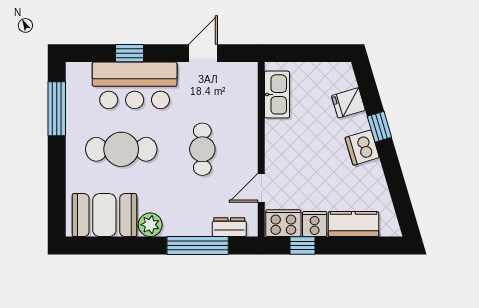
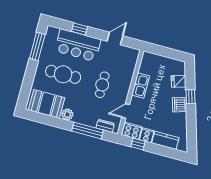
kitchen sink: (277, 94) -> (141, 86), moved

